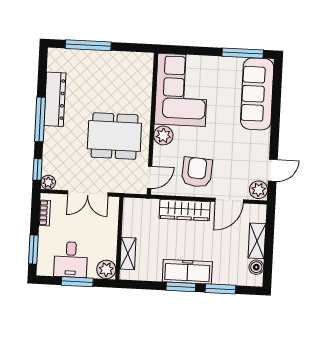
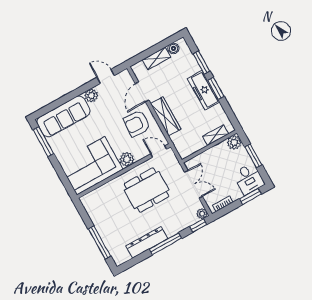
dining table: (114, 136) -> (147, 190), turned 90
plant: (258, 190) -> (91, 96), moved
door: (229, 201) -> (142, 92), swing flipped
desk: (71, 260) -> (249, 179), moved, turned 90

